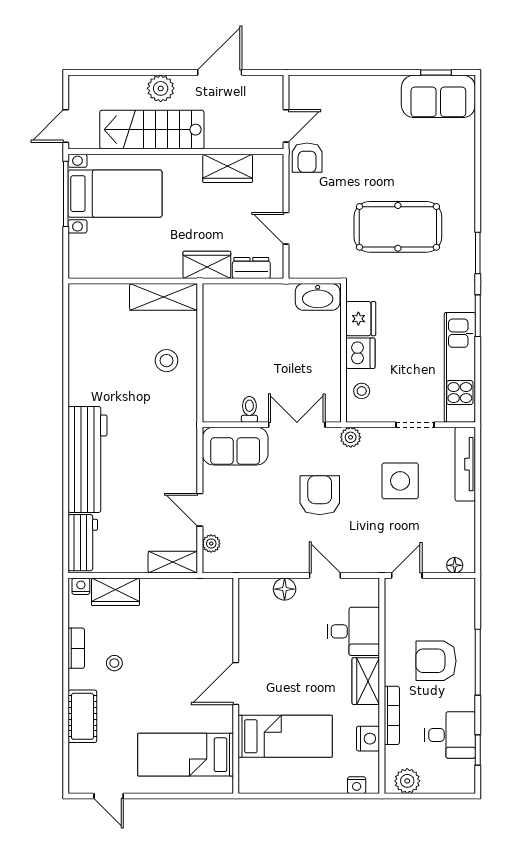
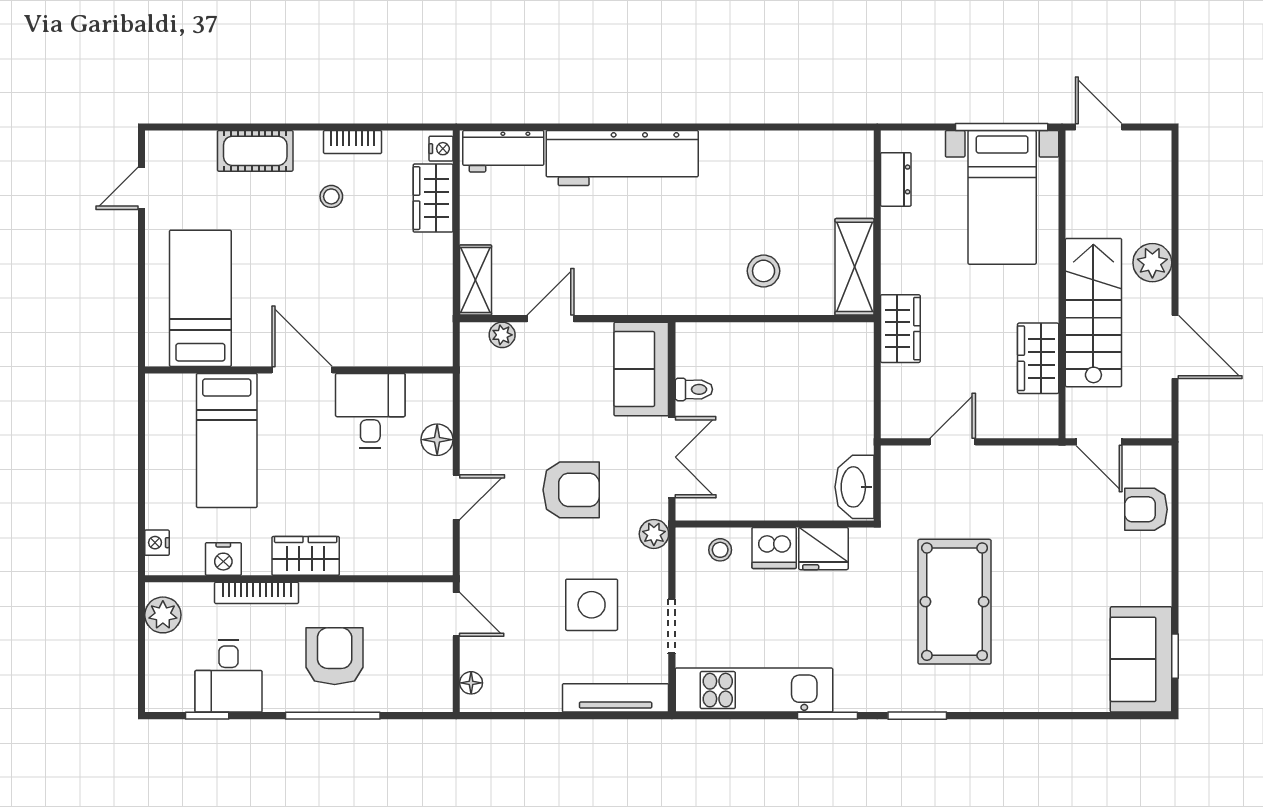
stairs: (152, 130) -> (1093, 313), moved
armchair: (307, 158) -> (1146, 509), moved
dresser: (251, 268) -> (896, 179), moved
desk: (353, 631) -> (370, 411), moved, turned 180

